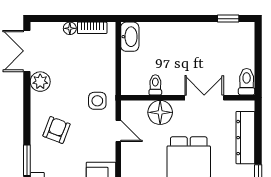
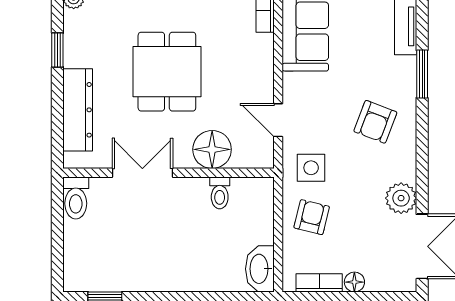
armchair: (97, 69) -> (312, 217), added
double door: (204, 98) -> (142, 173), swing flipped

